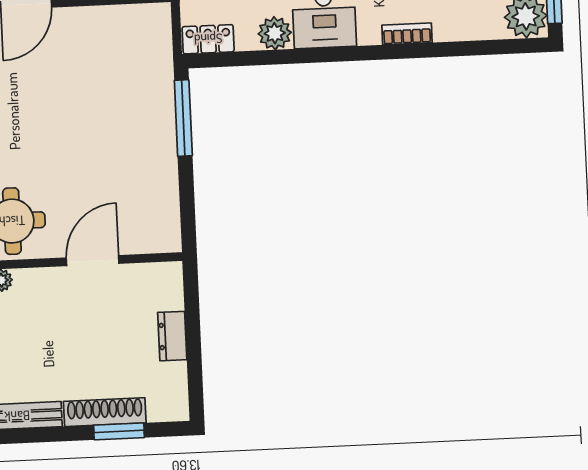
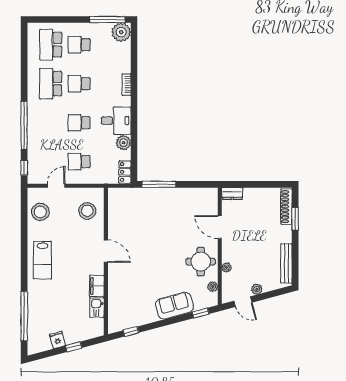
dresser: (172, 336) -> (232, 194), moved
shoe rack: (105, 412) -> (286, 207), moved

